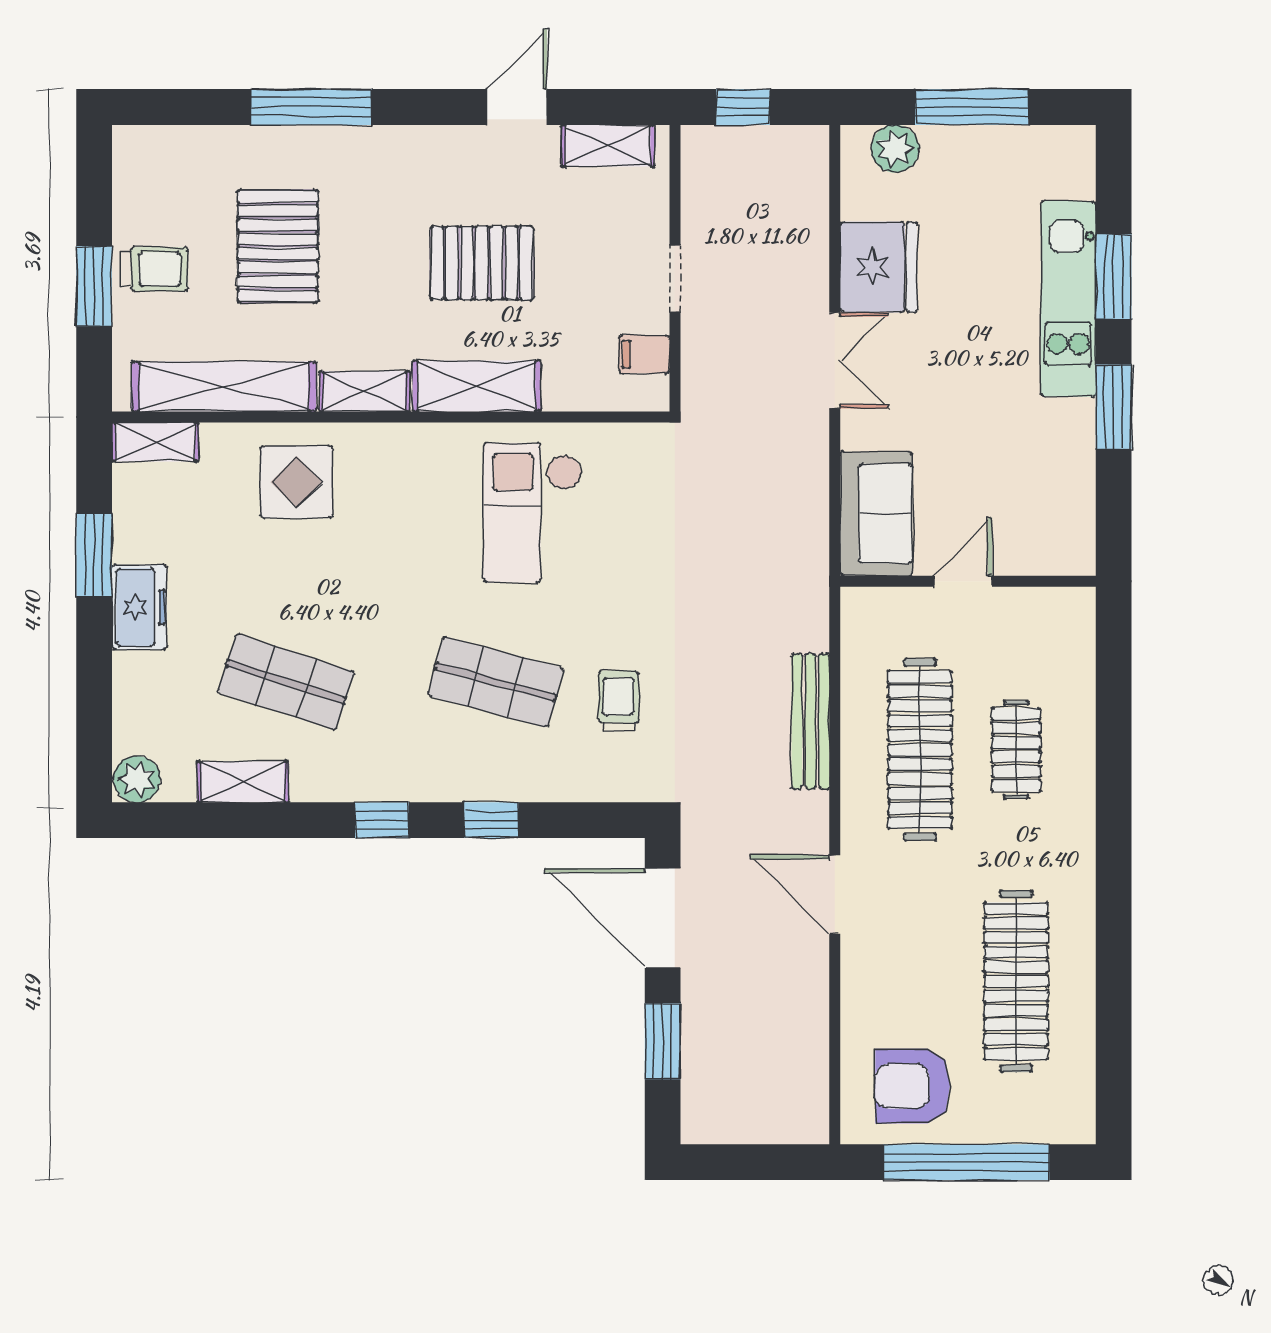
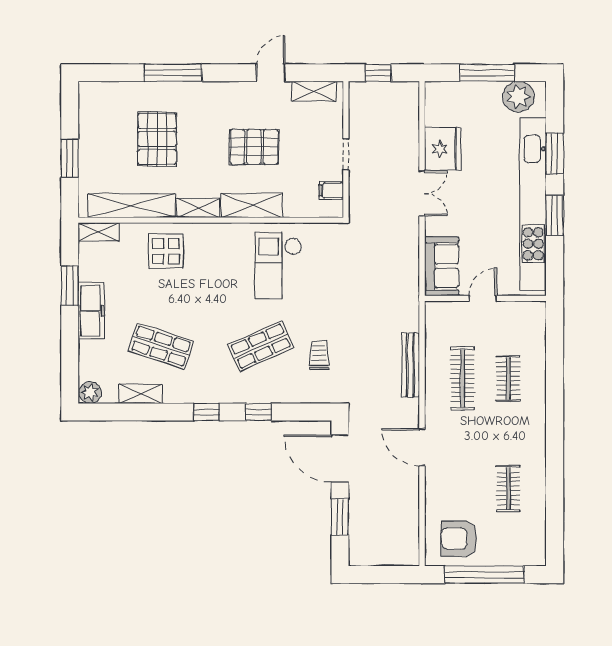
plant: (895, 149) -> (518, 97), moved, width x1.36, depth x1.36
trolley: (155, 269) -> (99, 150), removed
kitchen unit: (1068, 299) -> (533, 204), width x1.86
freezer: (139, 607) -> (91, 311), width x1.40
shop shelf: (496, 682) -> (261, 346), turned -39
clothes rail: (920, 750) -> (462, 378), width x0.73, depth x0.76
clothes rail: (1016, 981) -> (508, 489), width x0.54, depth x0.76

